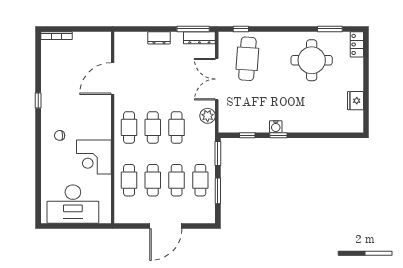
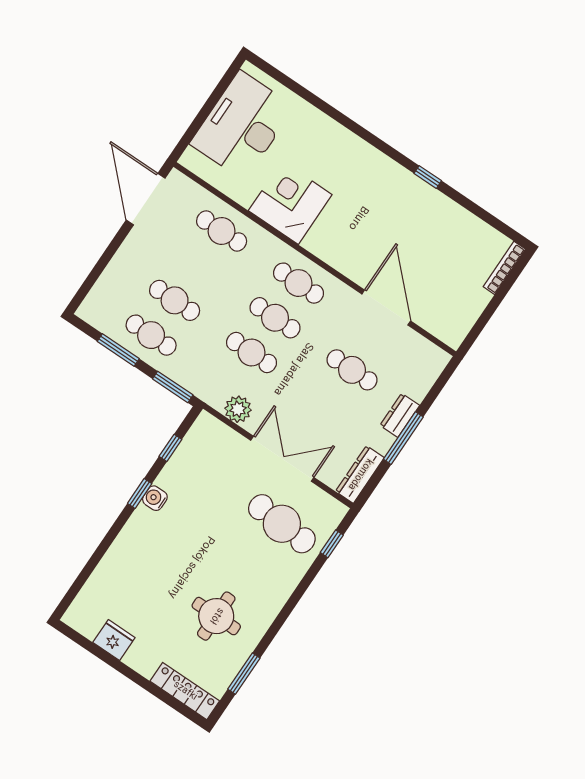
window: (193, 29) -> (403, 438), moved
locker: (357, 44) -> (185, 691), width x1.53
round table: (312, 60) -> (216, 616), width x0.73, depth x0.73
chair: (60, 135) -> (356, 174), removed
cafe table: (153, 180) -> (352, 370), moved
door: (166, 226) -> (146, 199), moved

